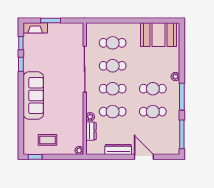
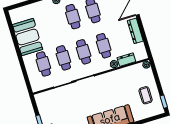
booth: (159, 35) -> (28, 37), moved

